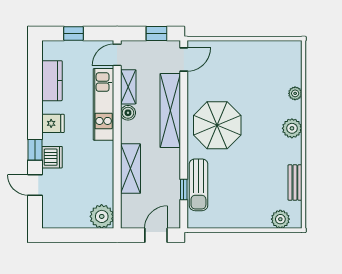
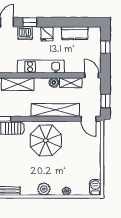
barbecue: (290, 49) -> (95, 187), added
kitchen unit: (104, 104) -> (41, 67), moved

